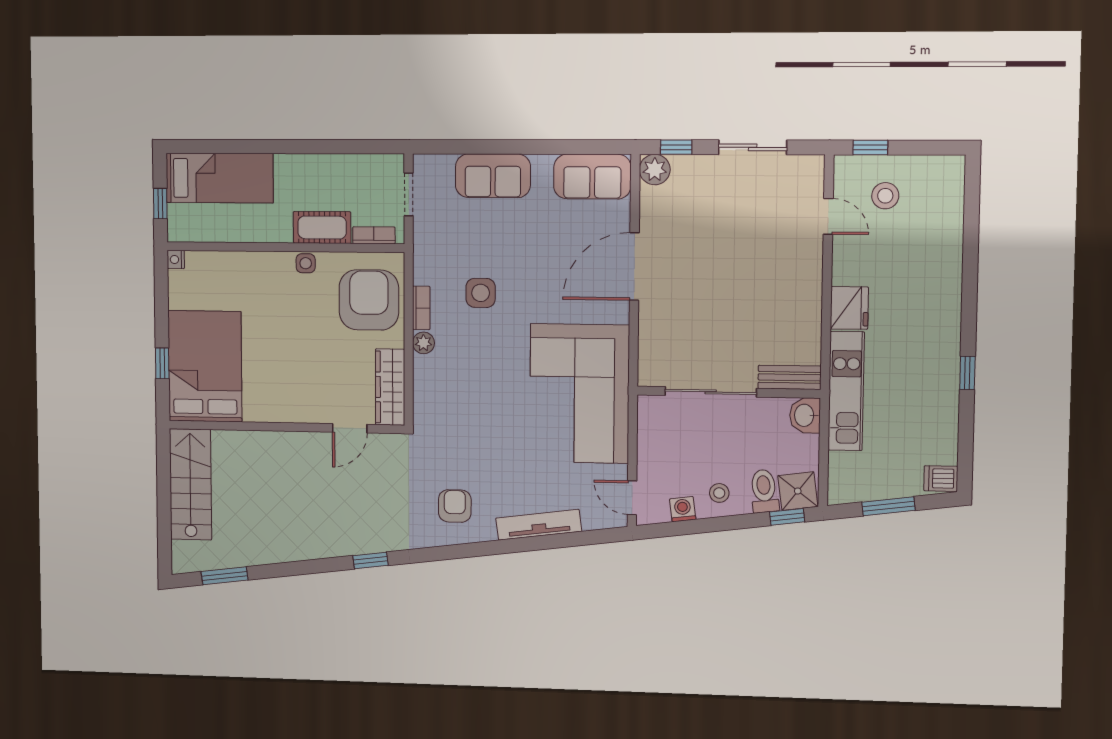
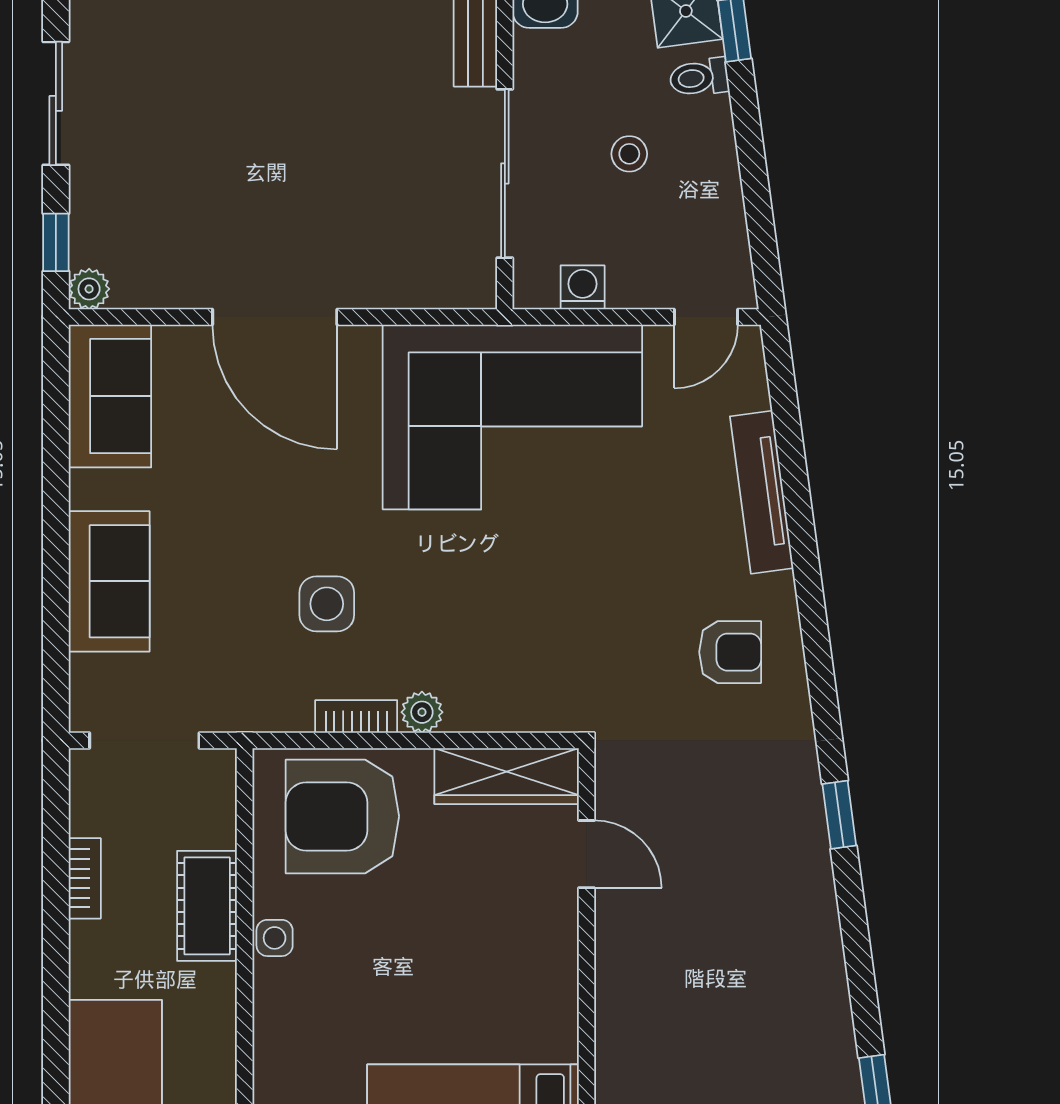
plant: (655, 170) -> (89, 289), width x0.73, depth x0.73
doorway: (409, 194) -> (144, 740), width x1.38
bookcase: (374, 235) -> (85, 878), moved, turned 180
toilet: (764, 491) -> (699, 78), width x0.73, depth x0.72
stool: (719, 493) -> (629, 154), moved
armchair: (455, 506) -> (730, 652), turned 180
washing machine: (683, 509) -> (583, 287), moved, turned 98

